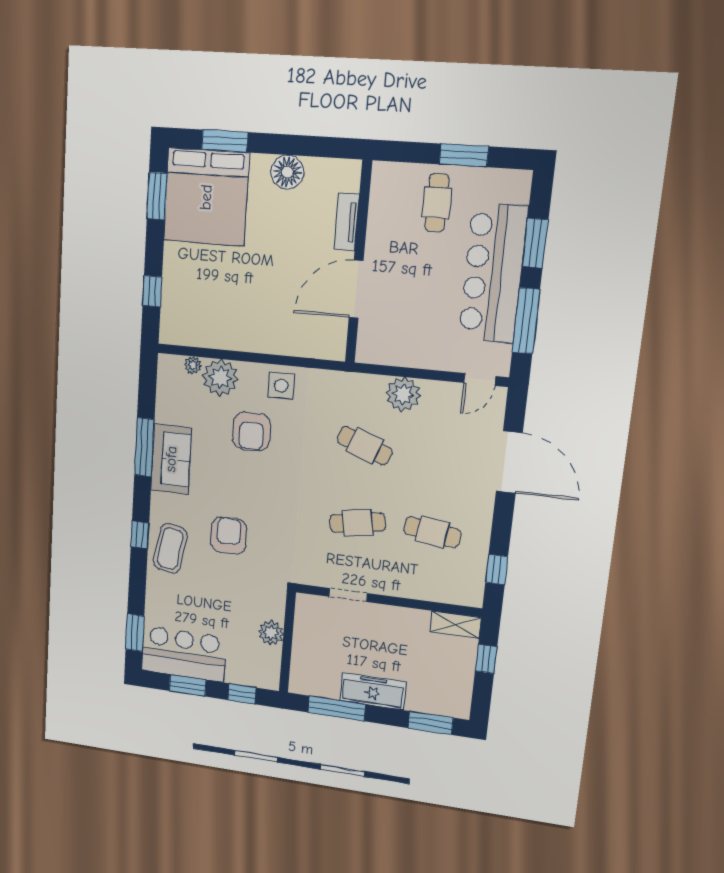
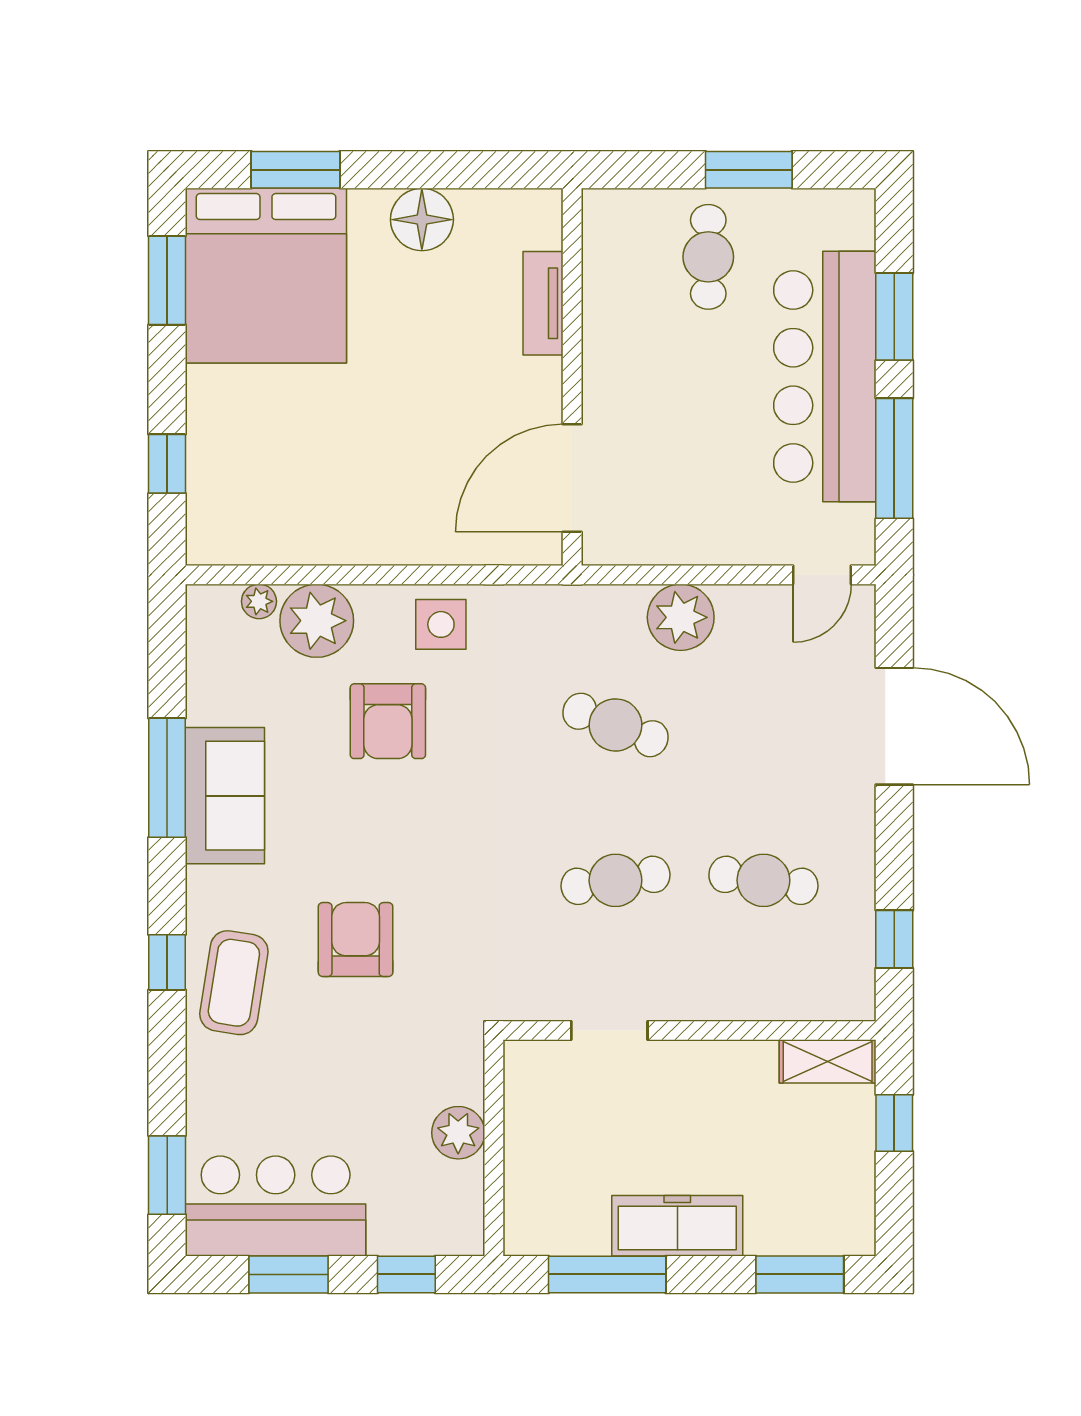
door: (356, 289) -> (572, 478), moved

